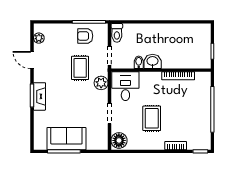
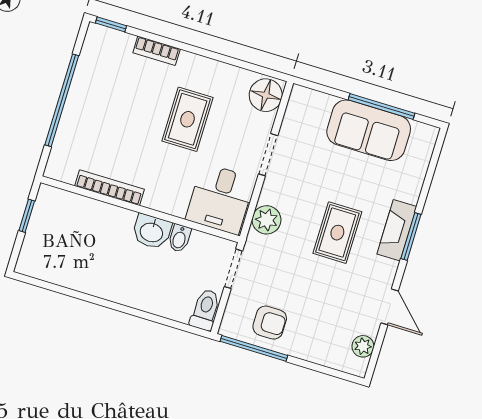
rug: (80, 68) -> (337, 233), moved

